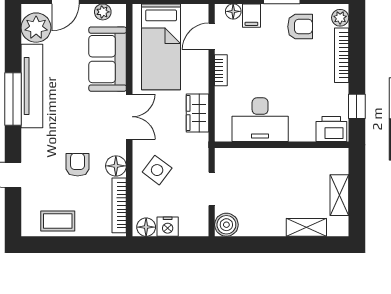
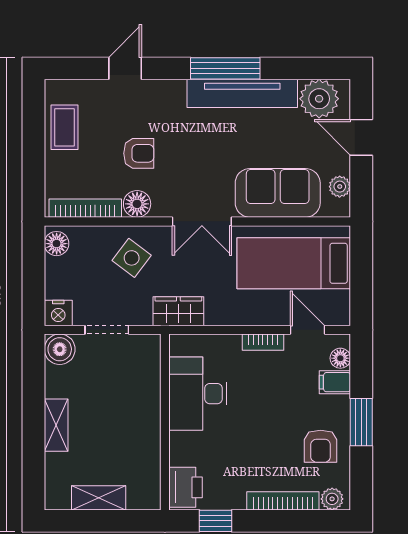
wardrobe: (197, 113) -> (178, 311), moved
nightstand: (168, 227) -> (58, 313), moved, turned -90
shelving: (306, 227) -> (56, 425), moved

